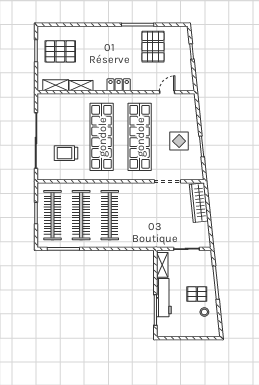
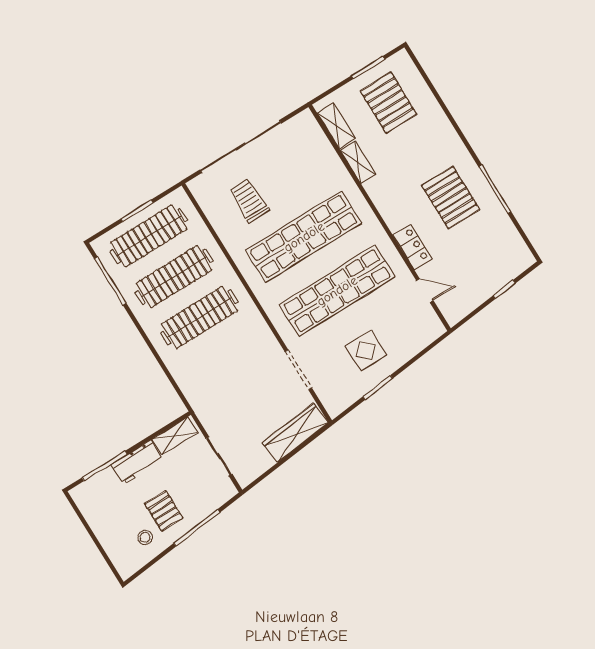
pallet: (153, 47) -> (451, 198), moved, turned 90
locker: (119, 85) -> (412, 247), moved
workbench: (164, 298) -> (137, 462), width x0.73

